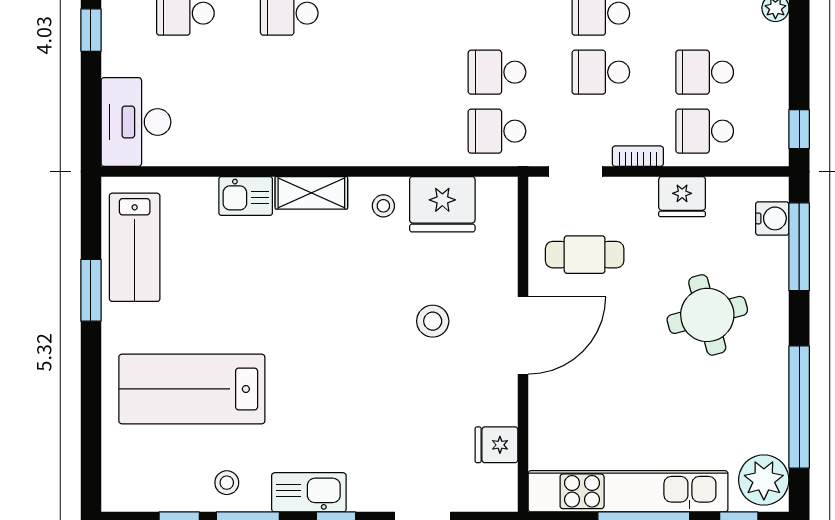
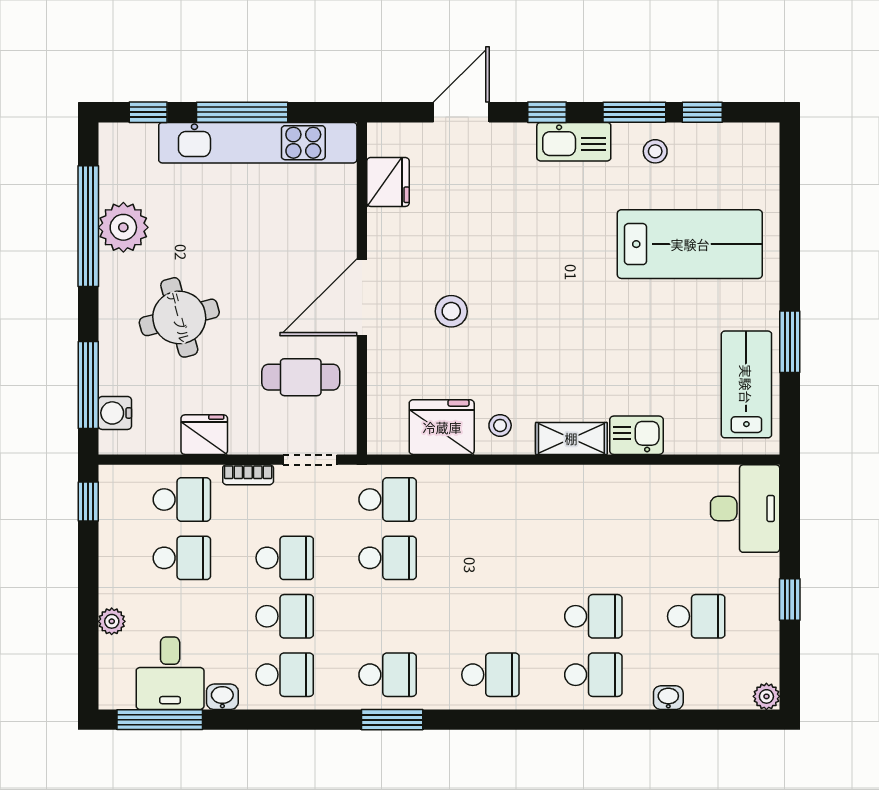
fridge: (497, 445) -> (388, 182), width x1.38
plant: (764, 480) -> (123, 227), moved

